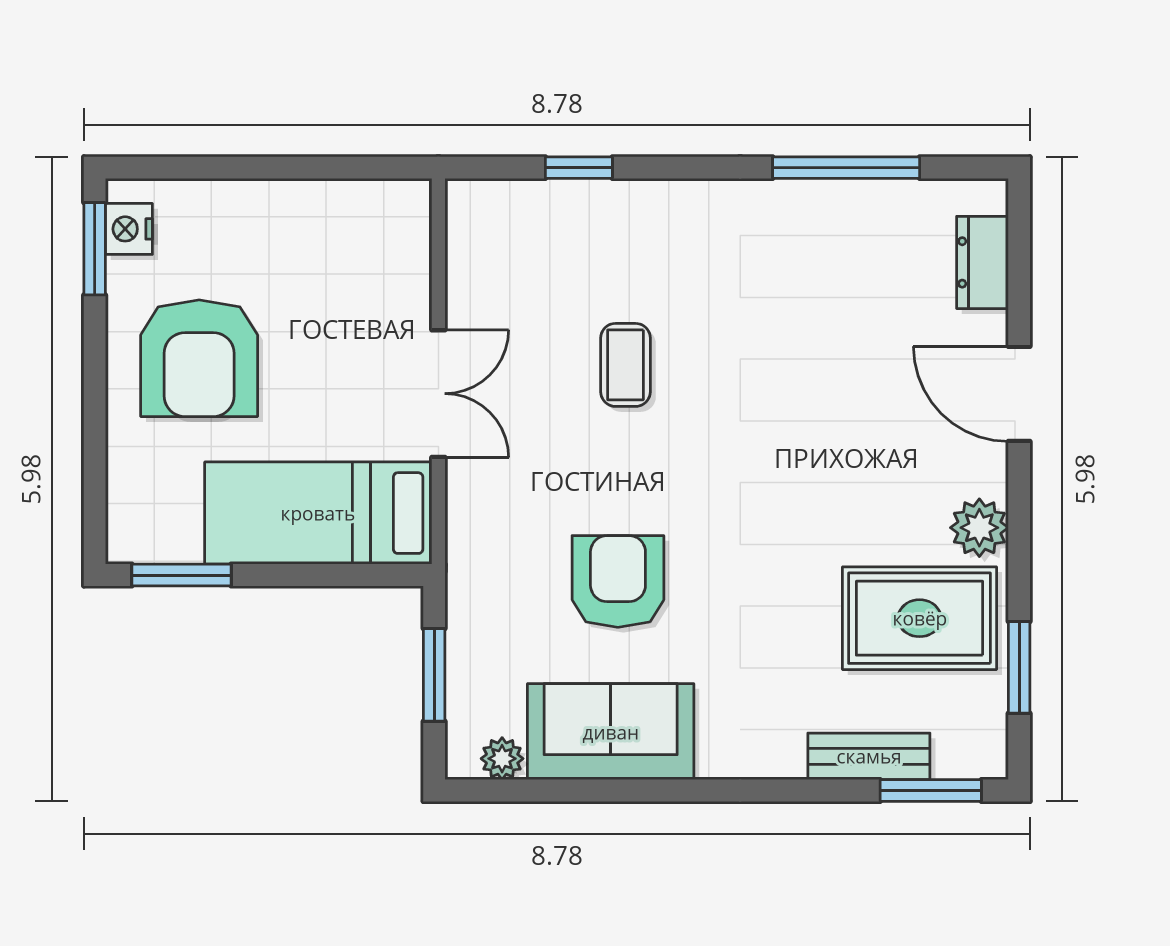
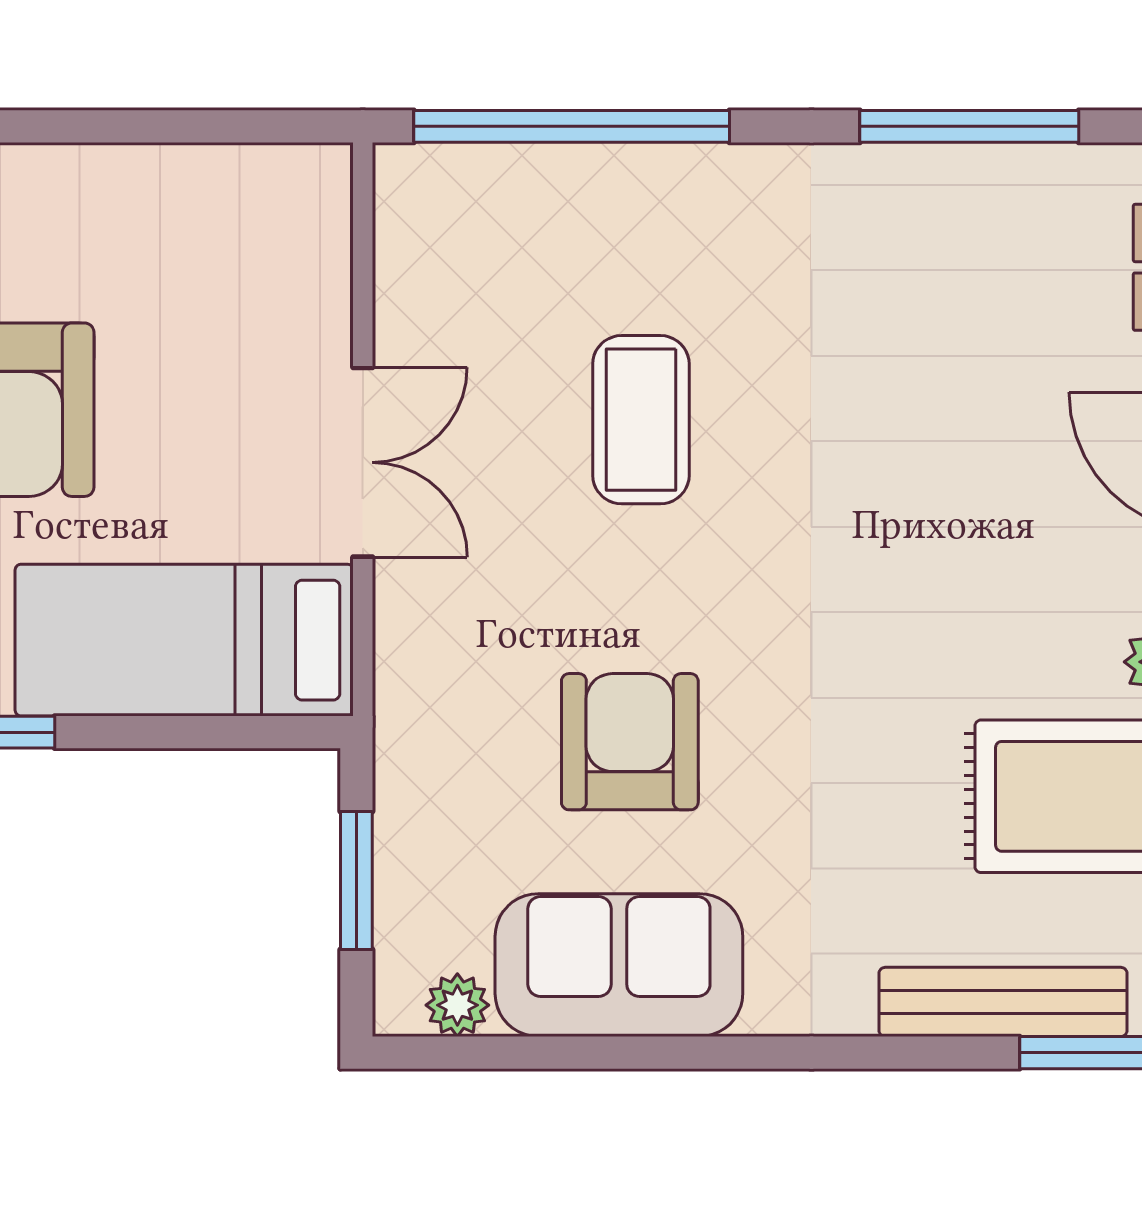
window: (579, 168) -> (572, 126), width x3.17
coffee table: (625, 365) -> (641, 420), width x1.36, depth x1.30
bench: (869, 756) -> (1003, 1002), width x1.36

